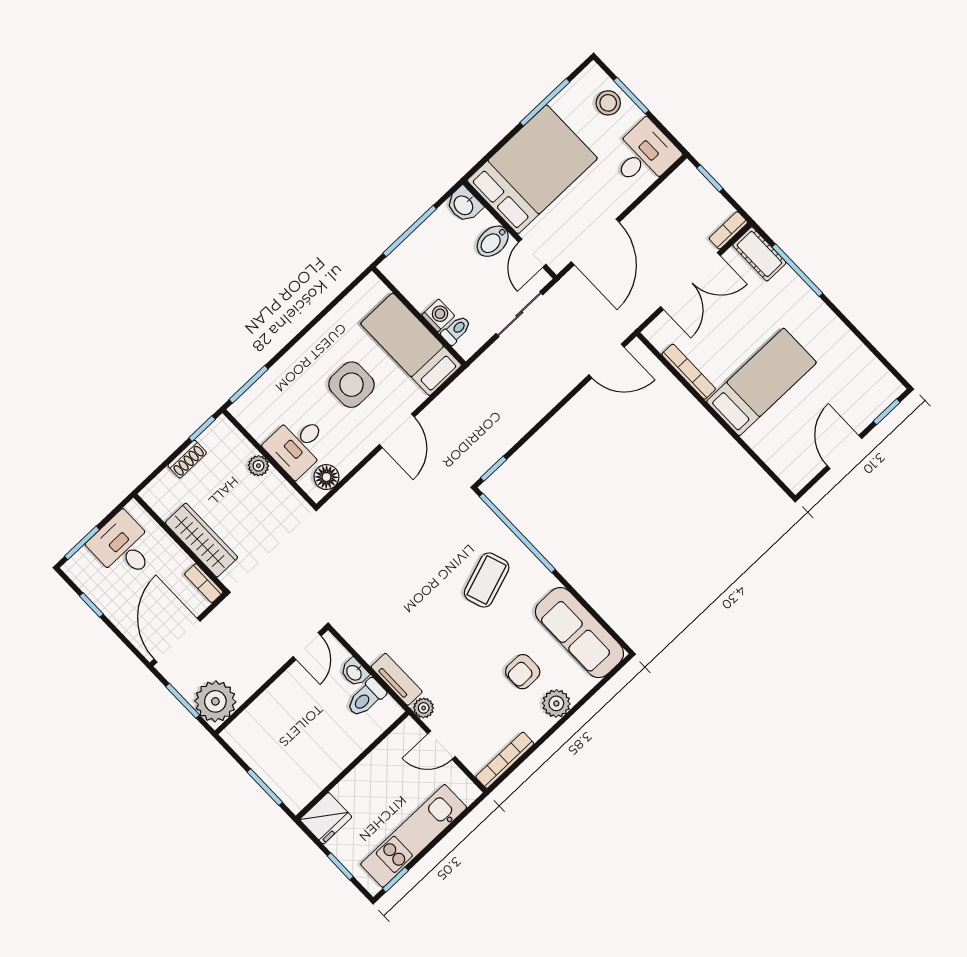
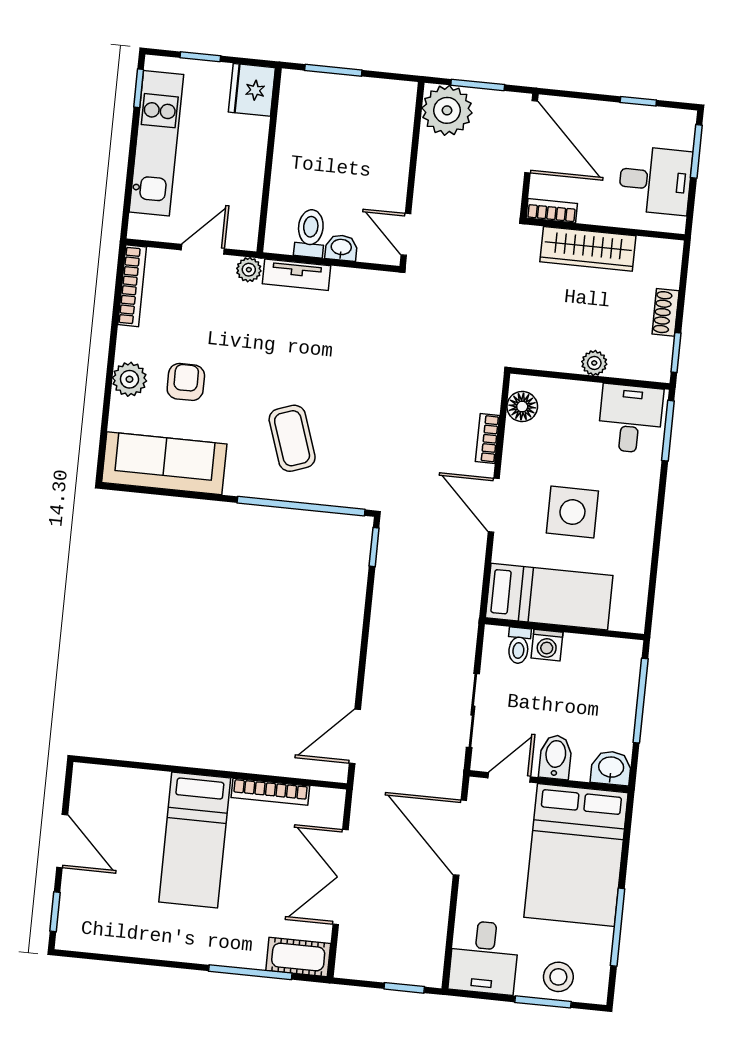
bookcase: (728, 230) -> (488, 439), moved, turned 180
door: (532, 253) -> (509, 777), hinge flipped
desk: (298, 445) -> (630, 419), moved

